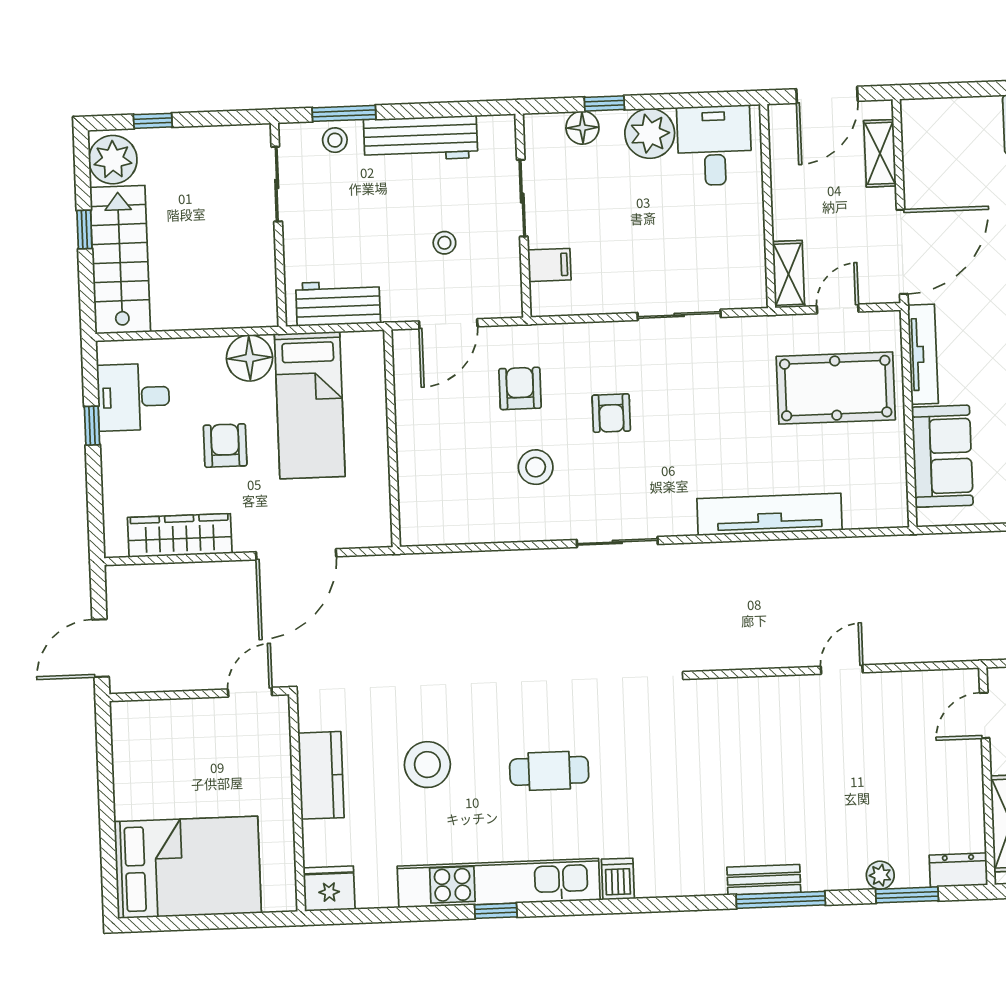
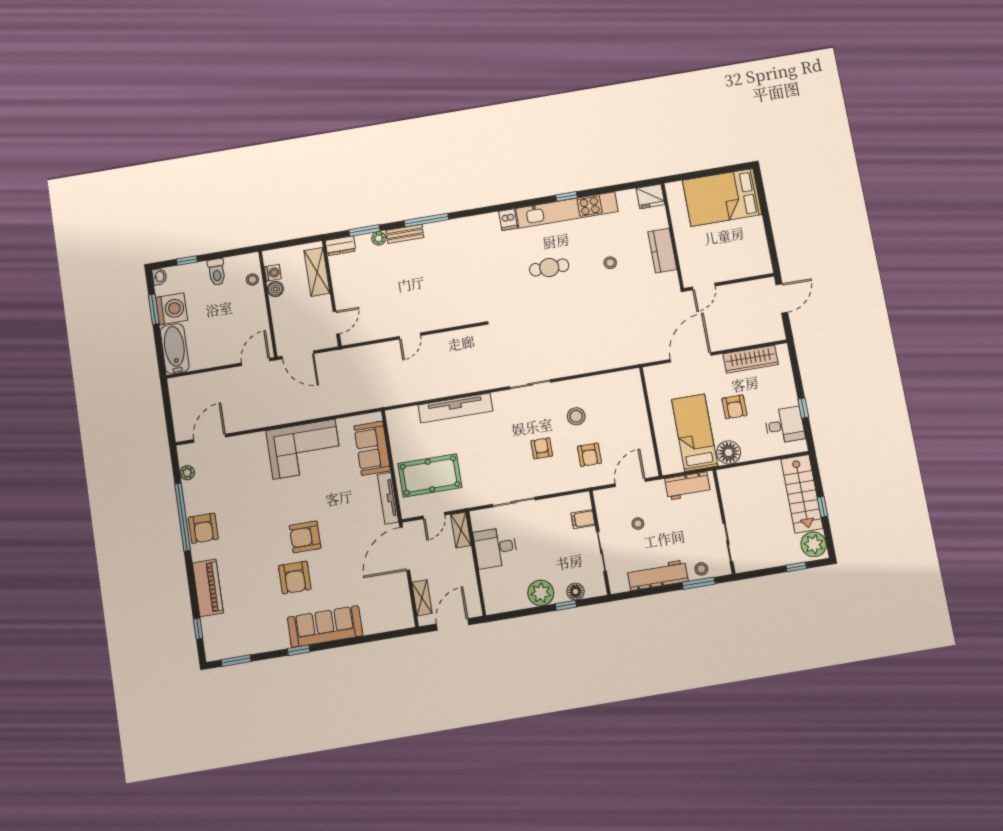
desk: (714, 145) -> (496, 548), moved, turned 90
stool: (427, 765) -> (610, 263), width x0.53, depth x0.53
bench: (764, 880) -> (405, 234), moved

